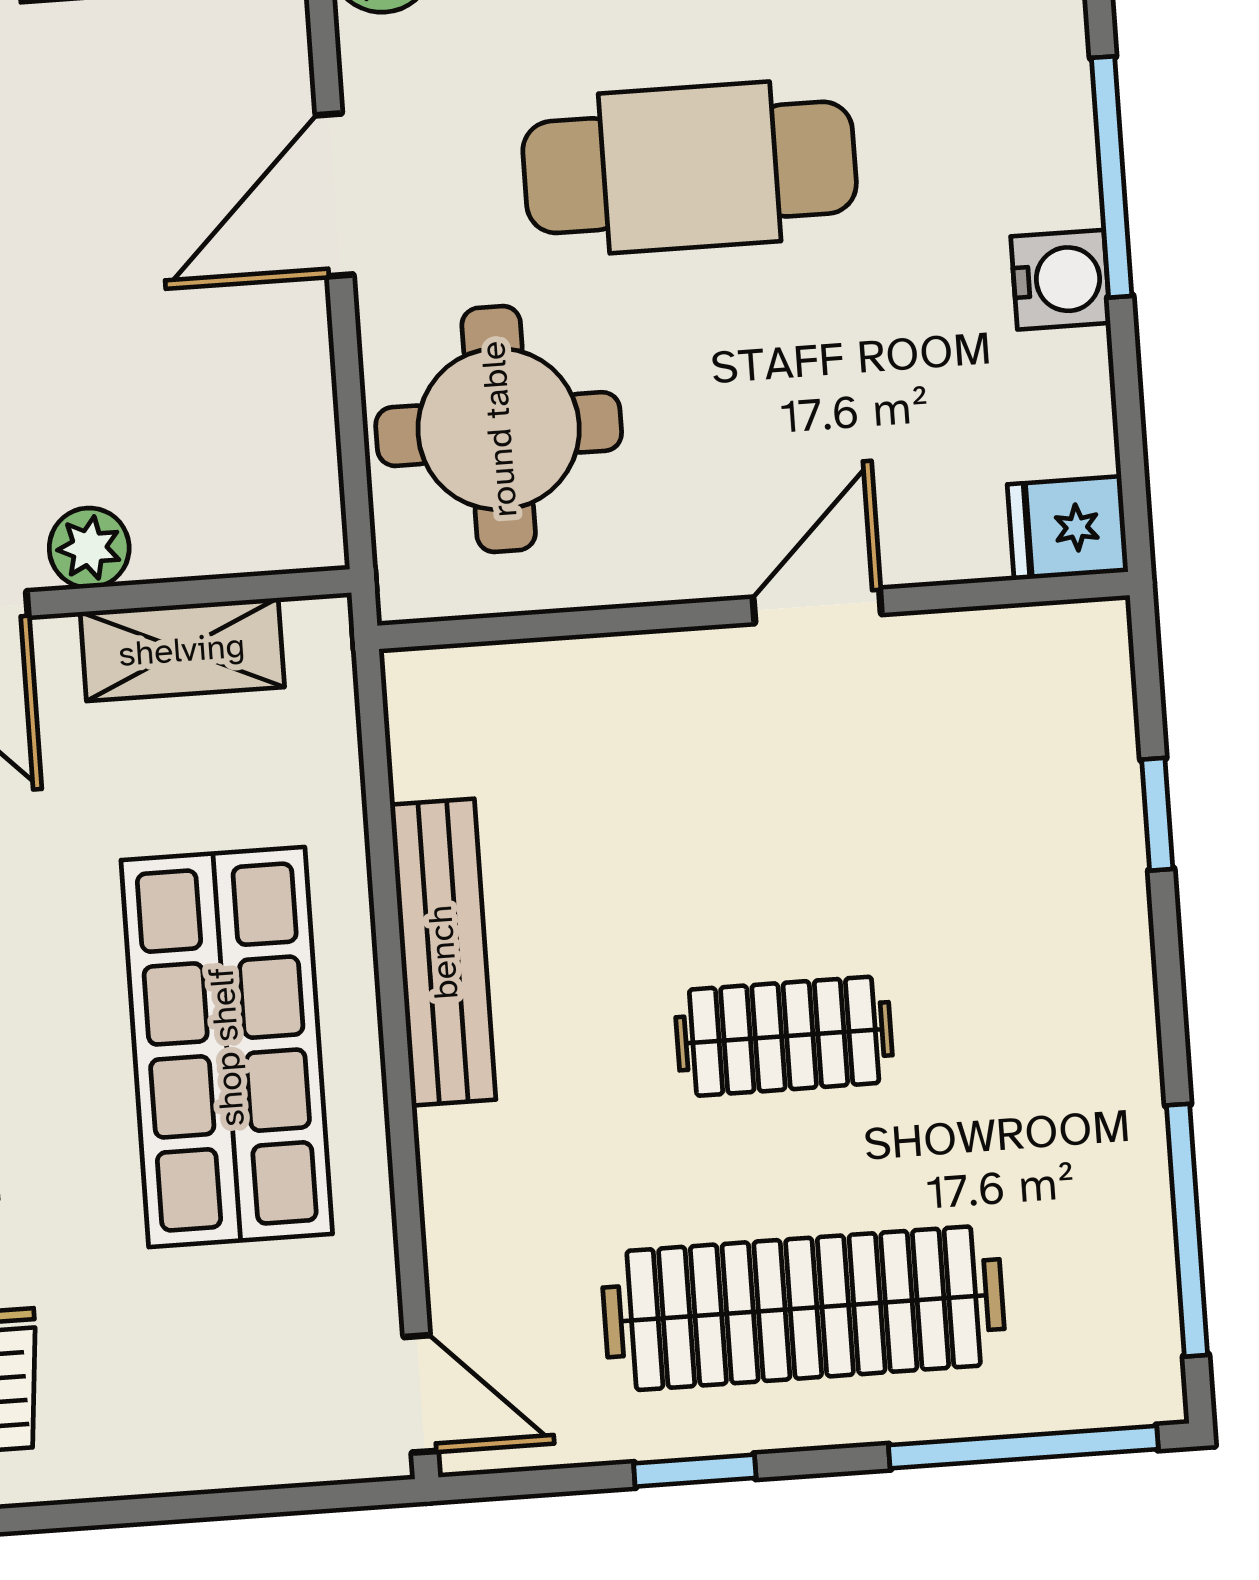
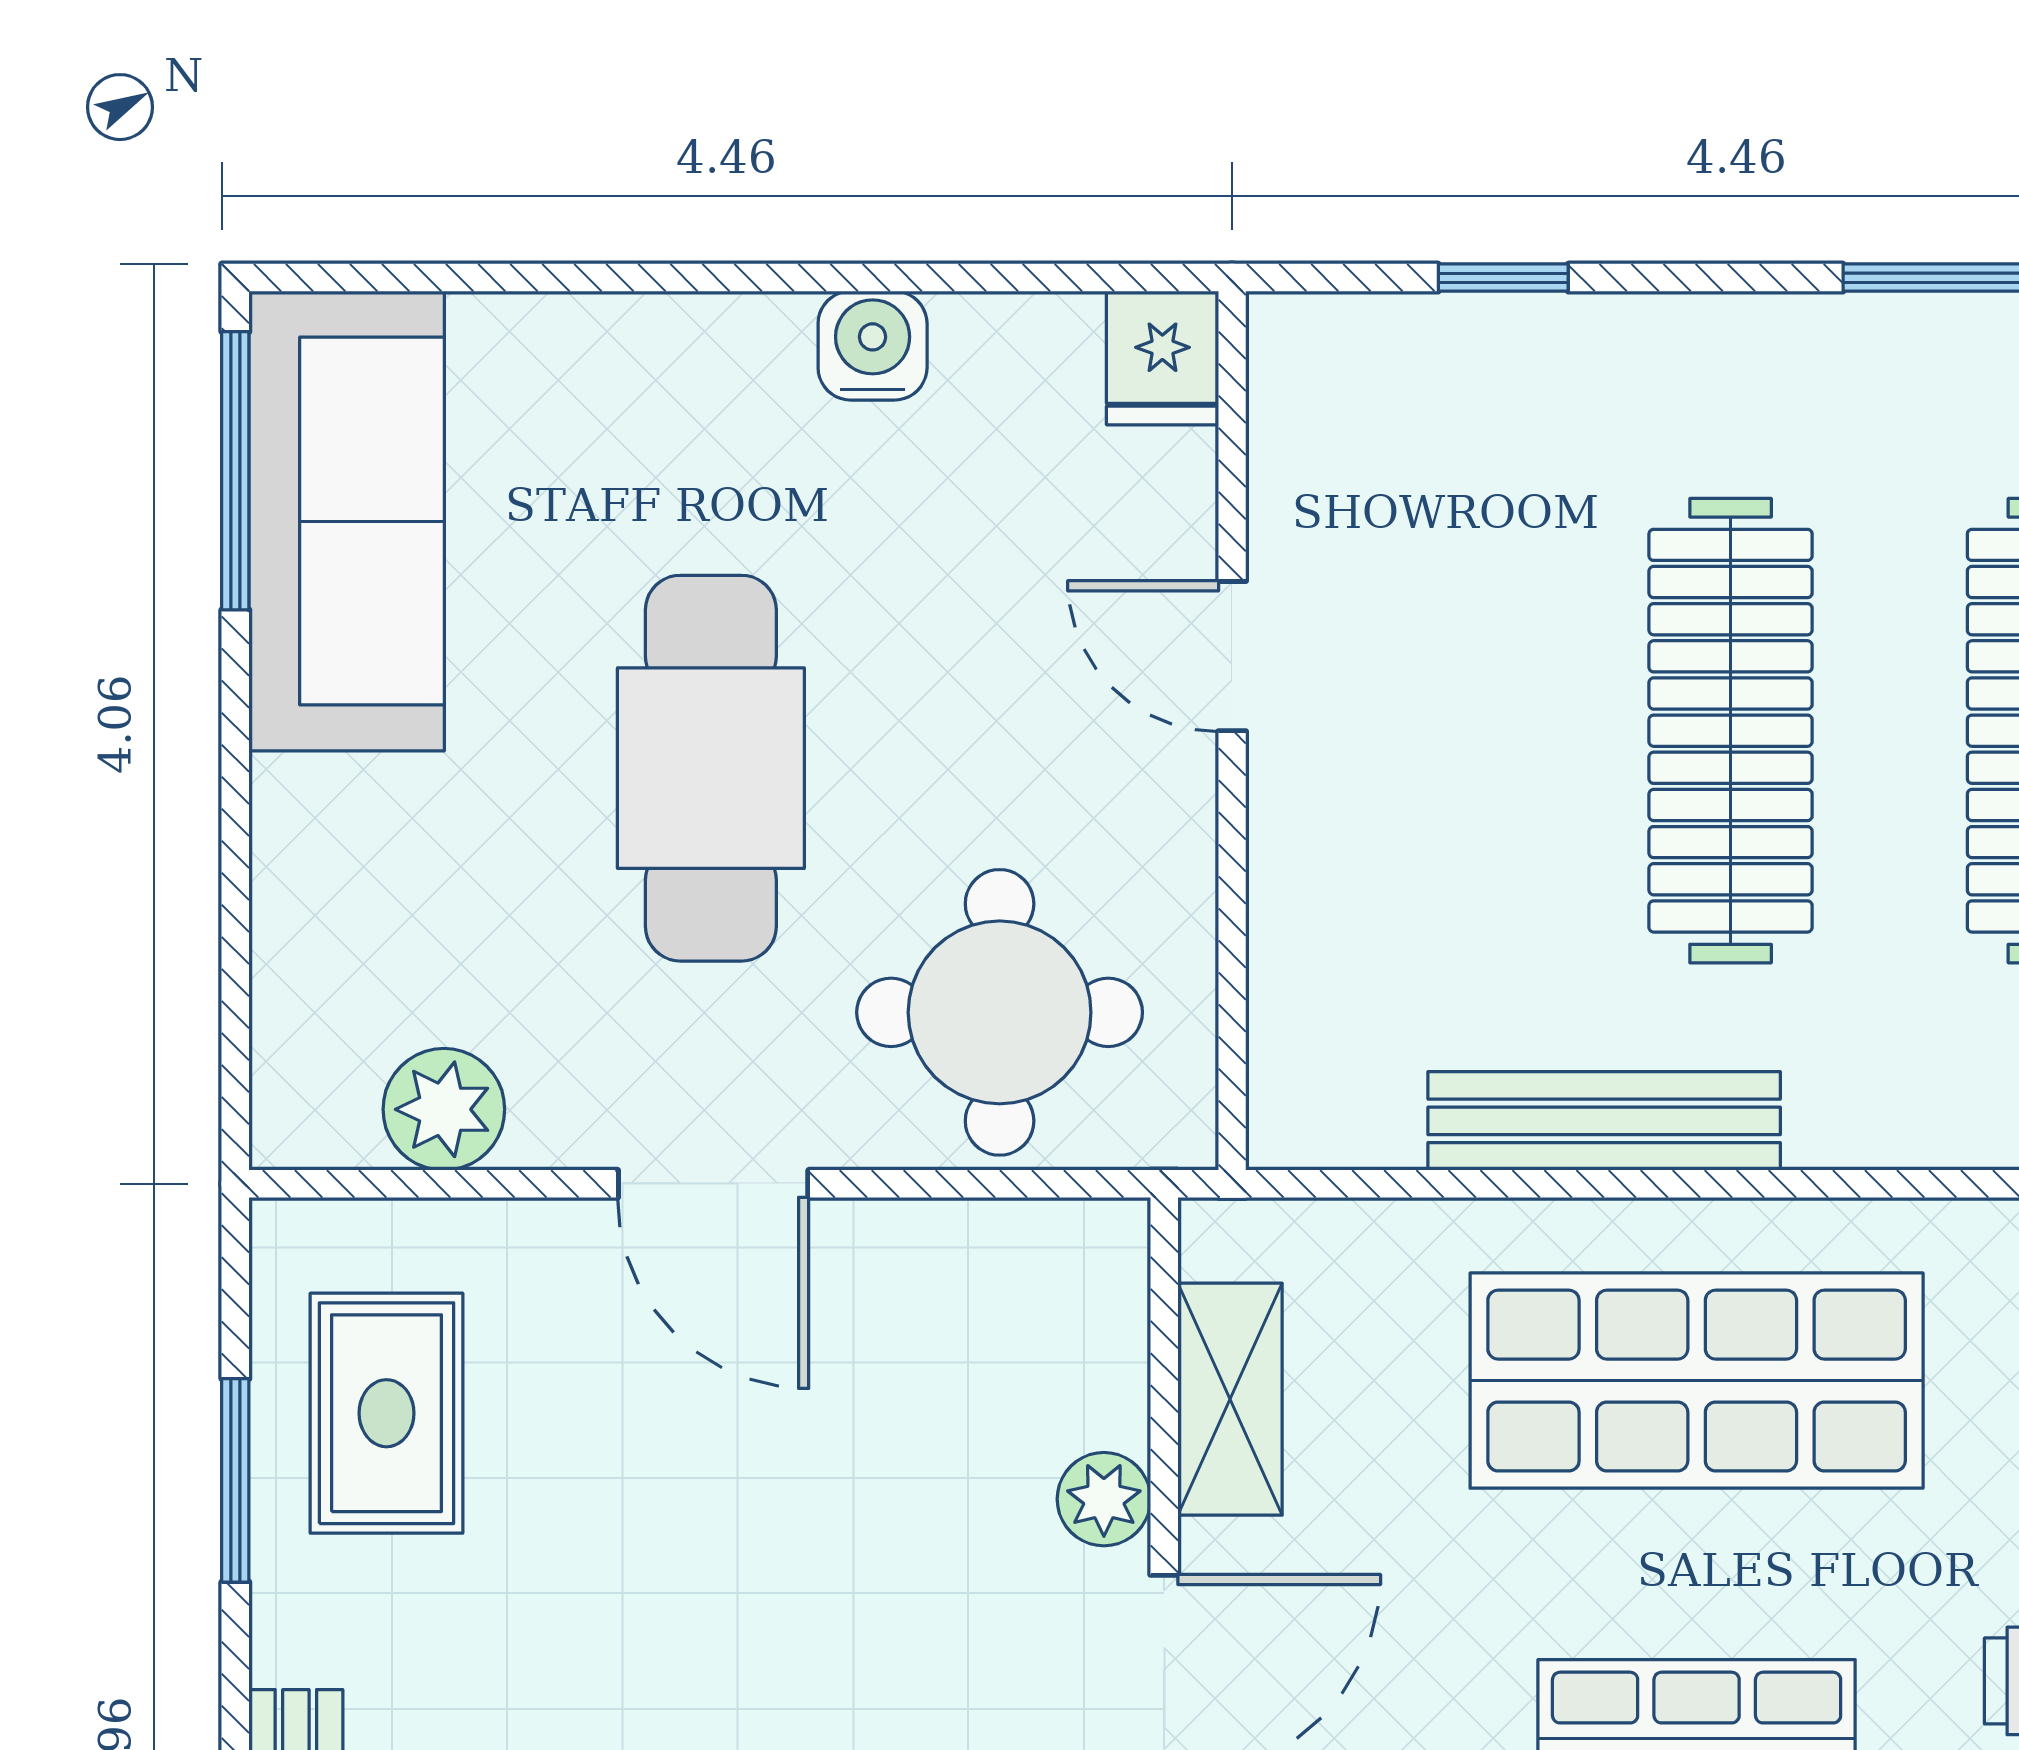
window: (1112, 177) -> (757, 278), removed
clothes rail: (784, 1036) -> (1731, 731), width x1.86, depth x1.31

